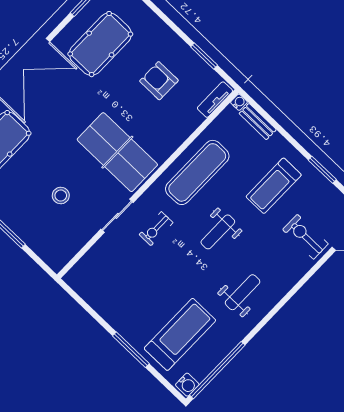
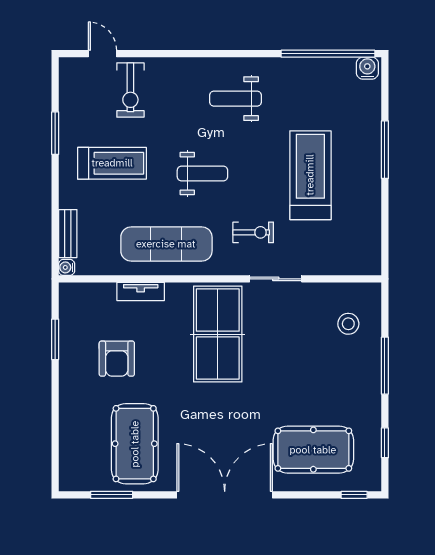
pool table: (100, 44) -> (135, 444), turned 90
tv unit: (215, 100) -> (141, 291), moved
stool: (61, 195) -> (348, 324), moved
treadmill: (180, 334) -> (310, 175), moved, turned 90

